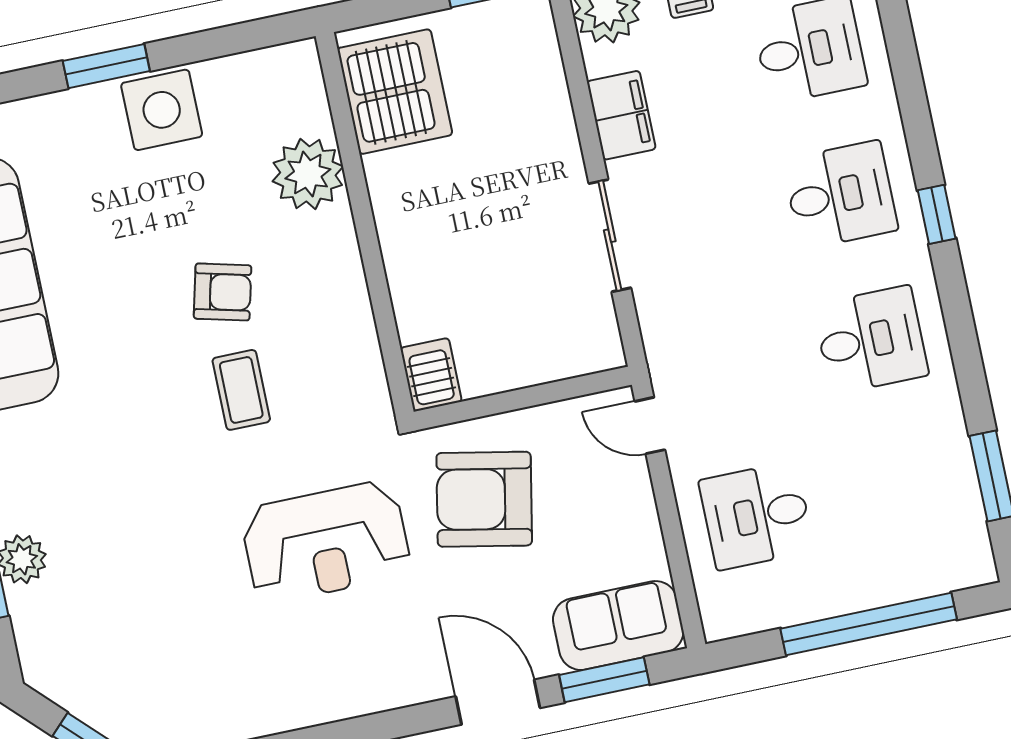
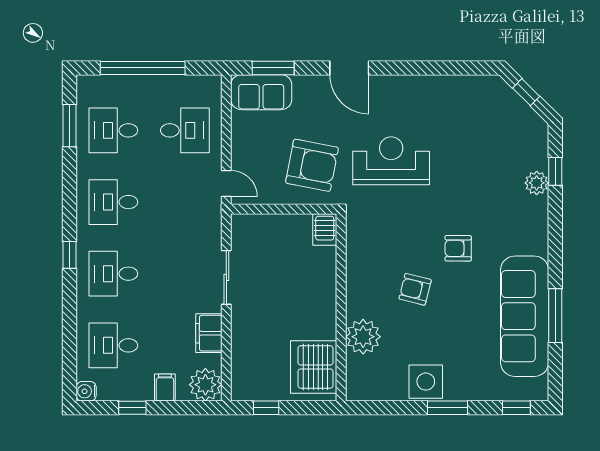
coffee table: (241, 390) -> (416, 241), removed
armchair: (153, 393) -> (458, 248), added
desk: (901, 485) -> (113, 130), added
door: (498, 702) -> (349, 68), moved

